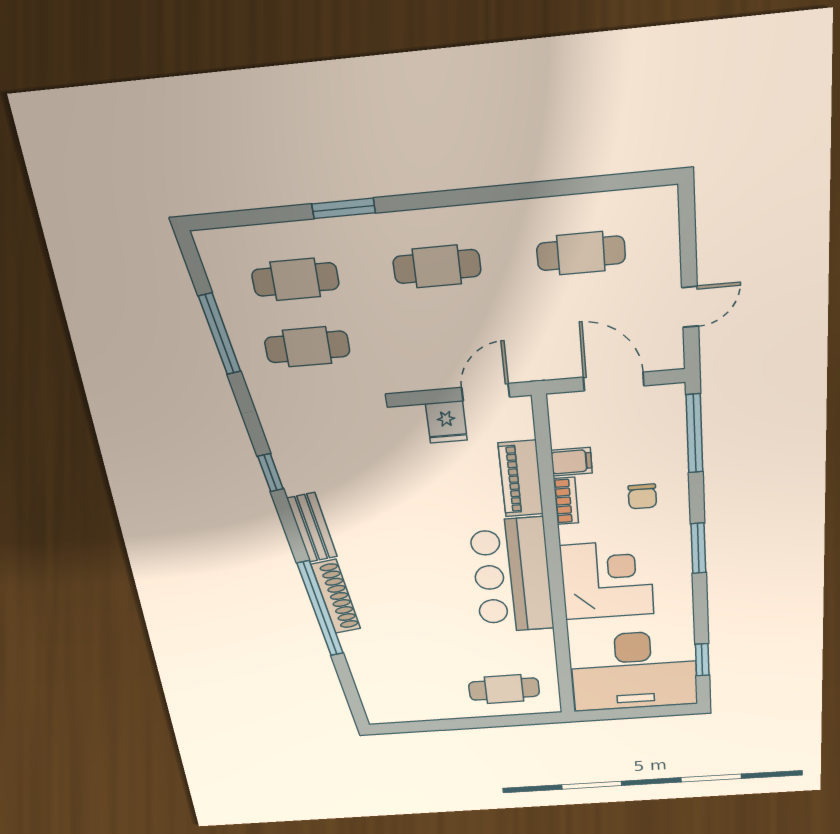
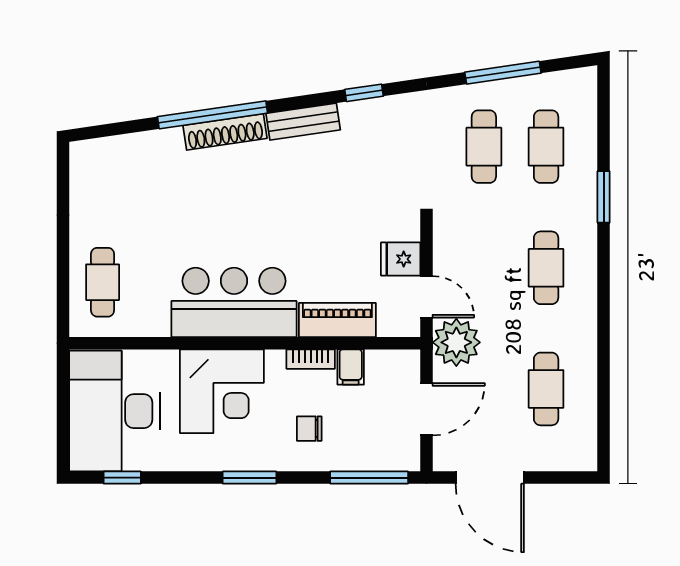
door: (690, 307) -> (490, 478), width x1.87
plant: (534, 357) -> (456, 342), added

